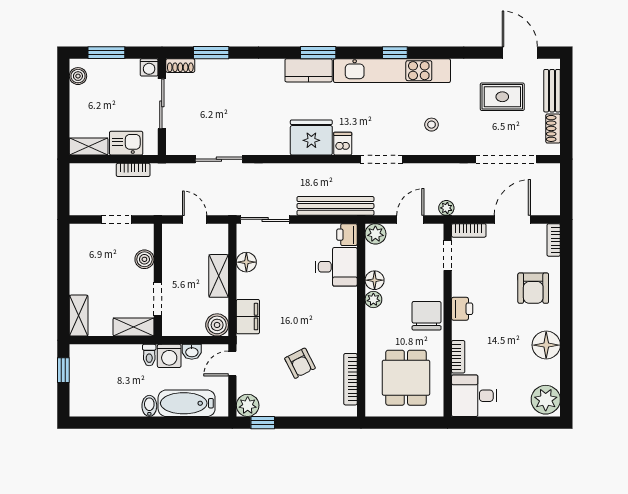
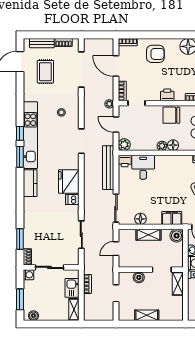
window: (318, 53) -> (20, 157), moved
dishwasher: (343, 144) -> (72, 200), moved
floor lamp: (375, 280) -> (173, 145), moved
shelving: (79, 316) -> (147, 315), moved

